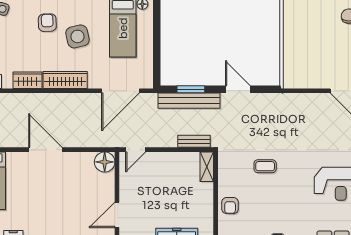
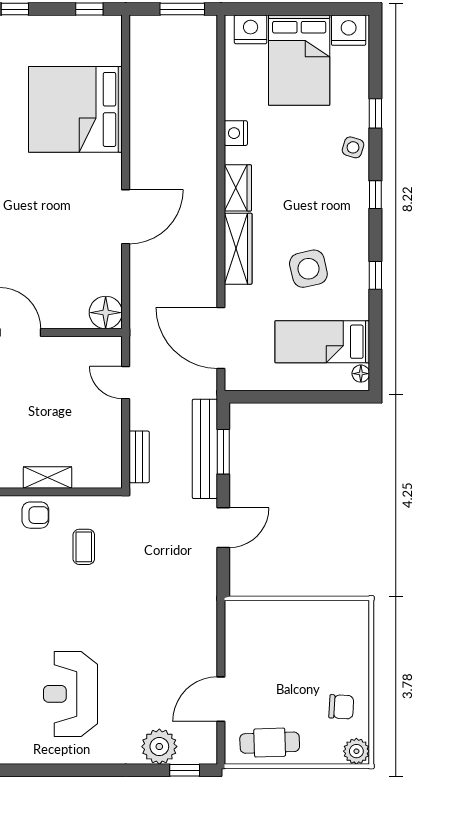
armchair: (47, 23) -> (331, 220), removed
door: (136, 150) -> (126, 383), moved
coffee table: (265, 166) -> (84, 547), moved
shelving: (207, 167) -> (47, 477), moved
armchair: (230, 206) -> (35, 515), turned 180

